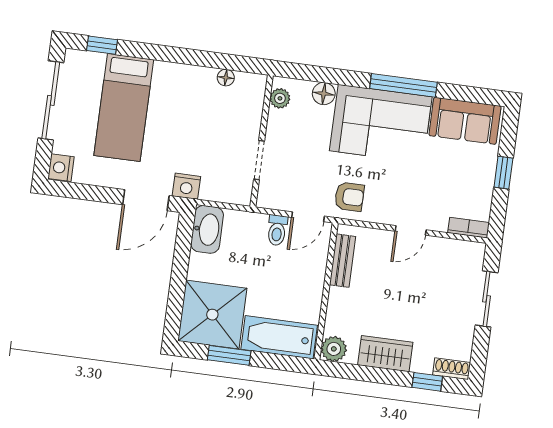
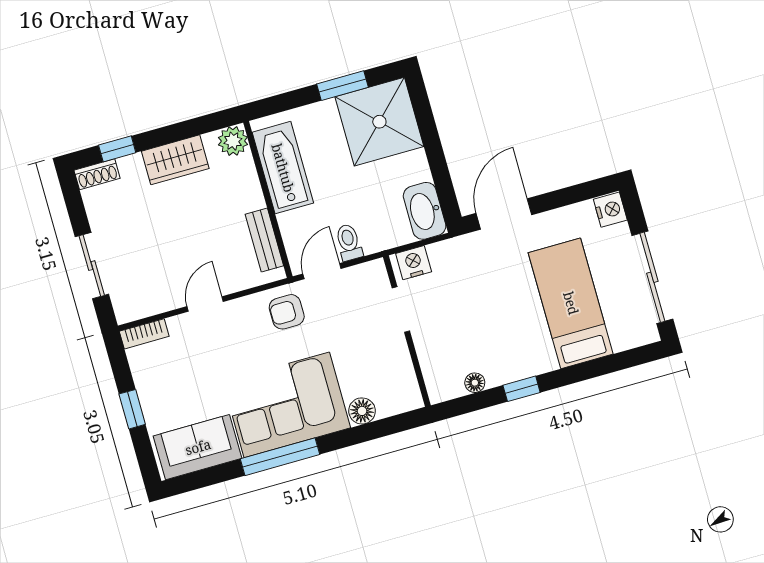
window: (102, 45) -> (522, 389), moved
plant: (280, 98) -> (407, 386), removed
nightstand: (186, 186) -> (414, 263), moved
bathtub: (279, 337) -> (283, 168), moved, turned -90

